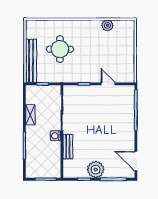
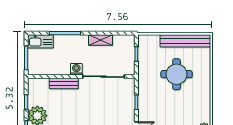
bench: (31, 61) -> (185, 41), moved
kitchen sink: (31, 167) -> (40, 41), added

